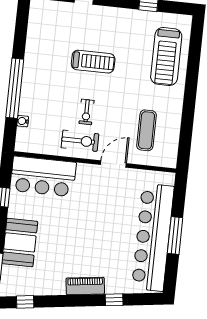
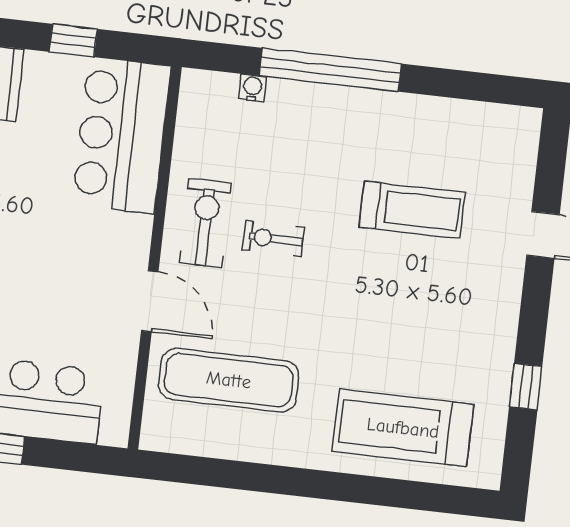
treadmill: (93, 62) -> (412, 210), moved, turned -90
exercise mat: (147, 130) -> (229, 380), width x1.36, depth x1.45
exercise bike: (80, 141) -> (205, 223), turned 180

